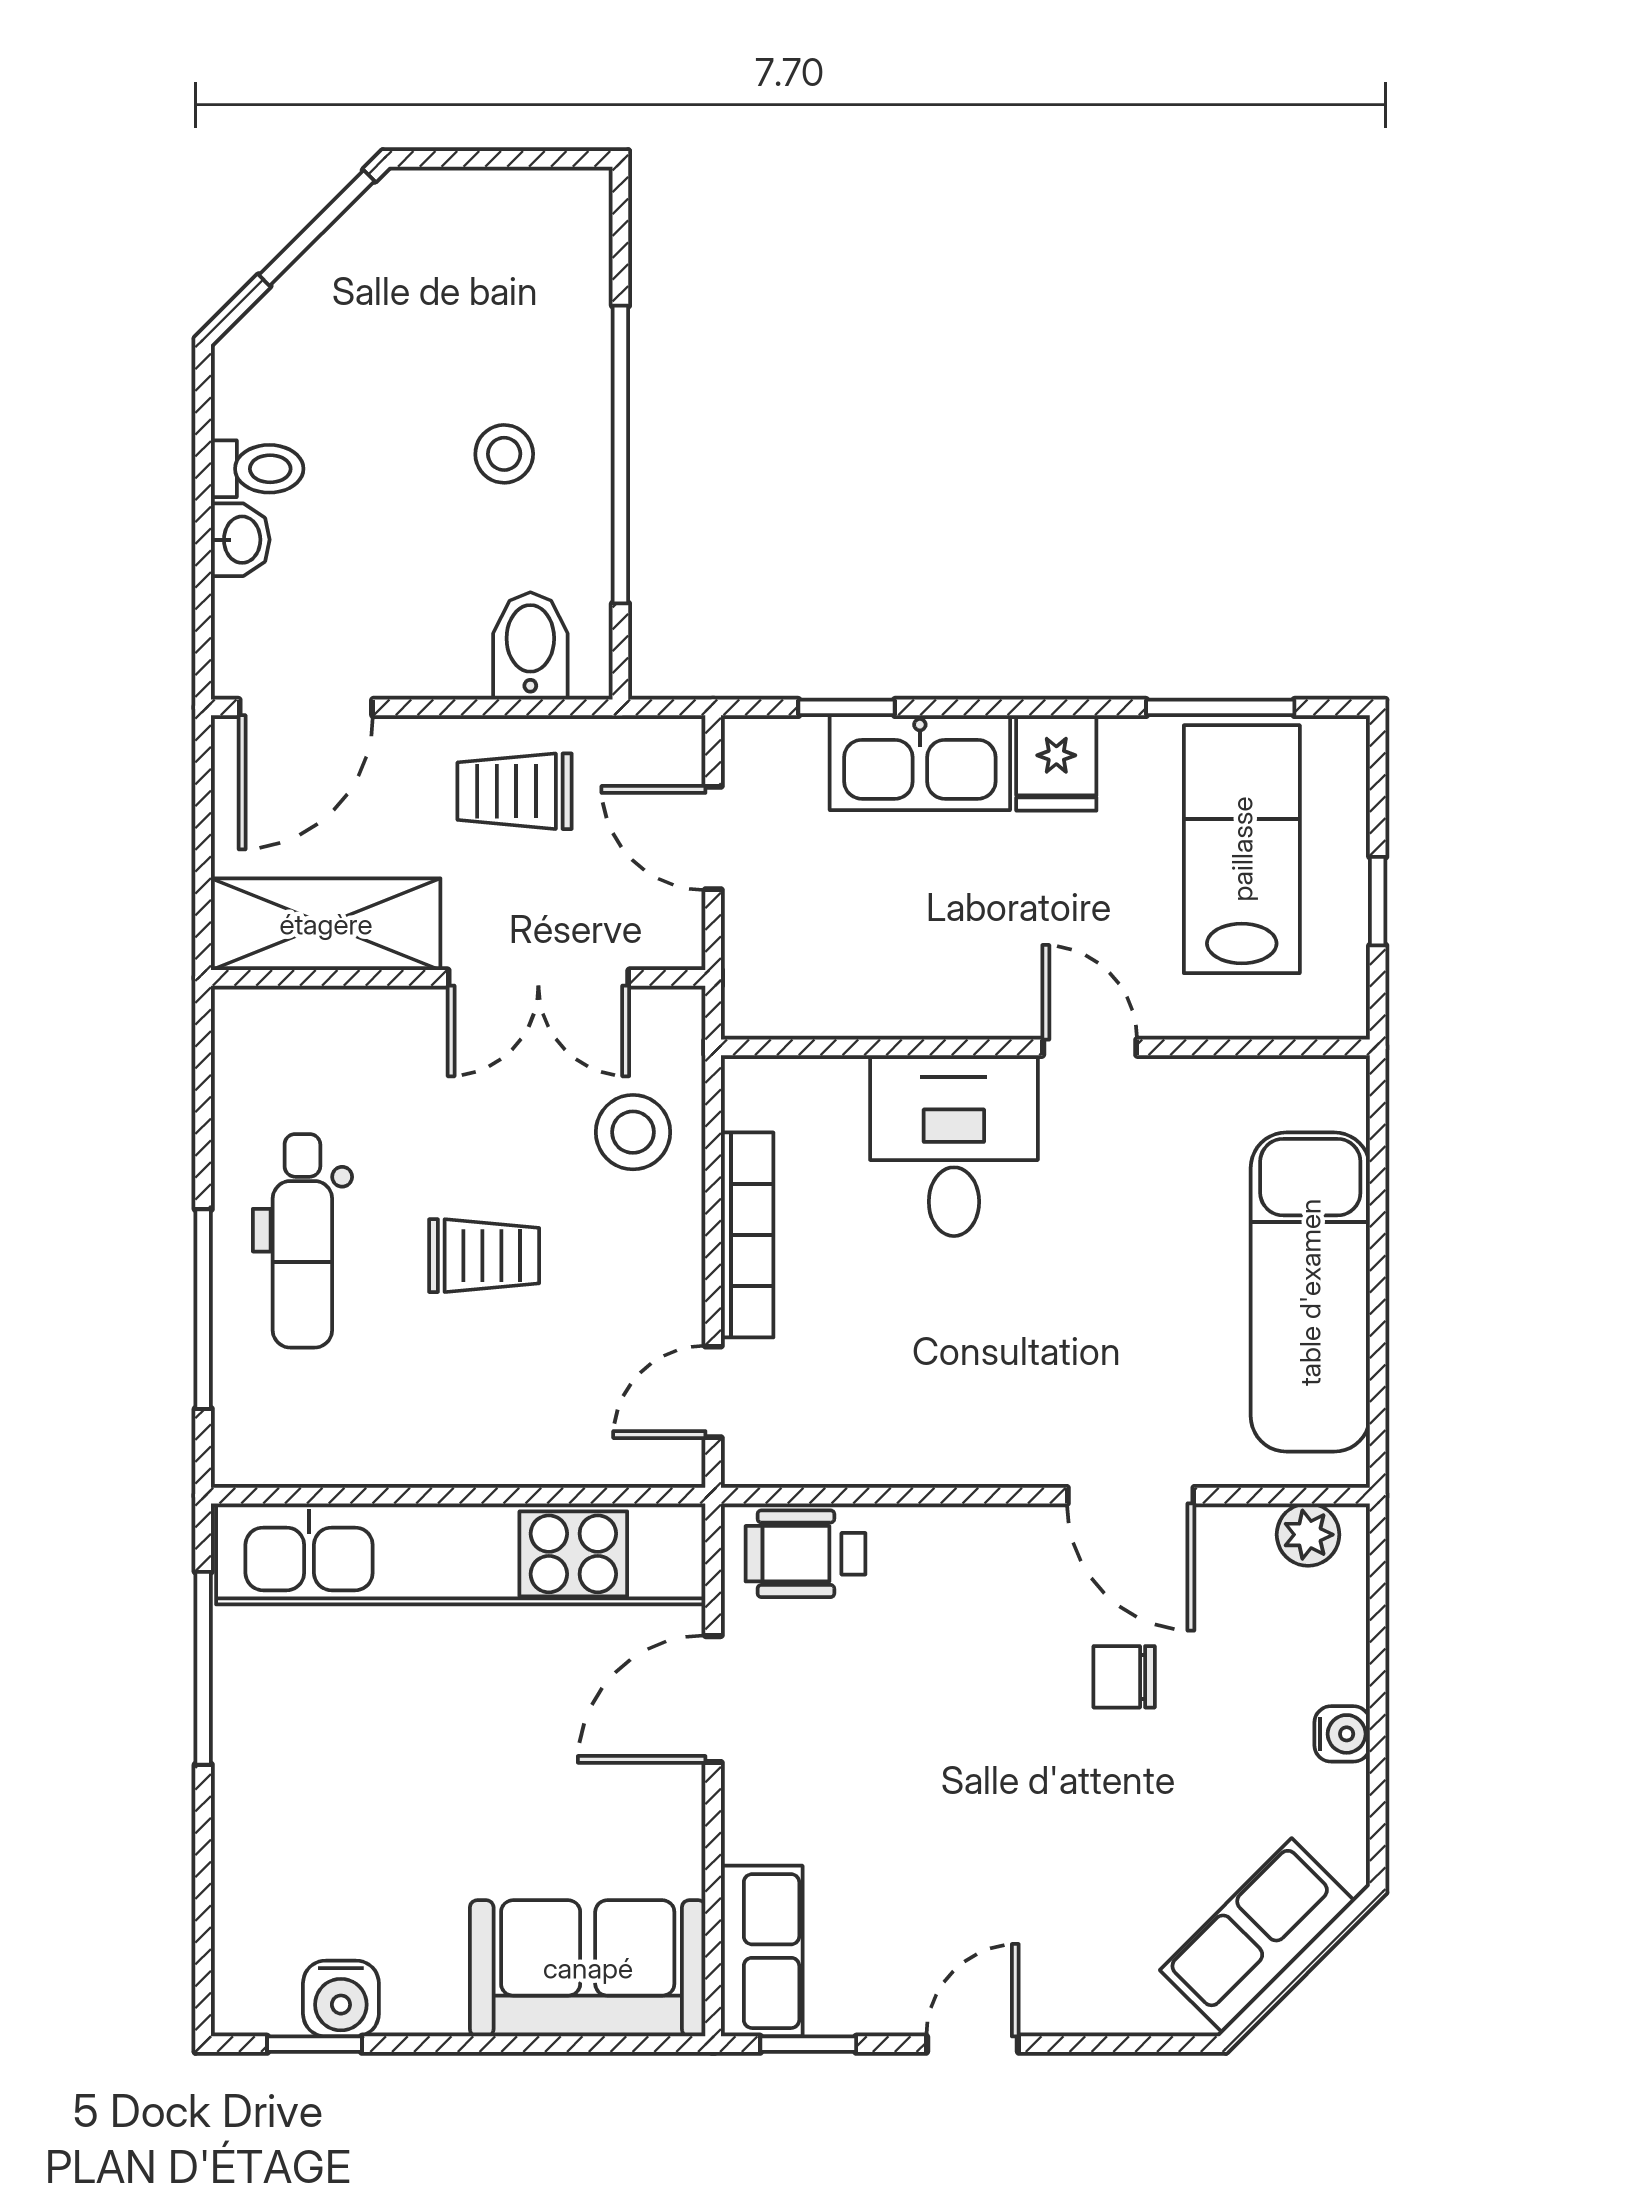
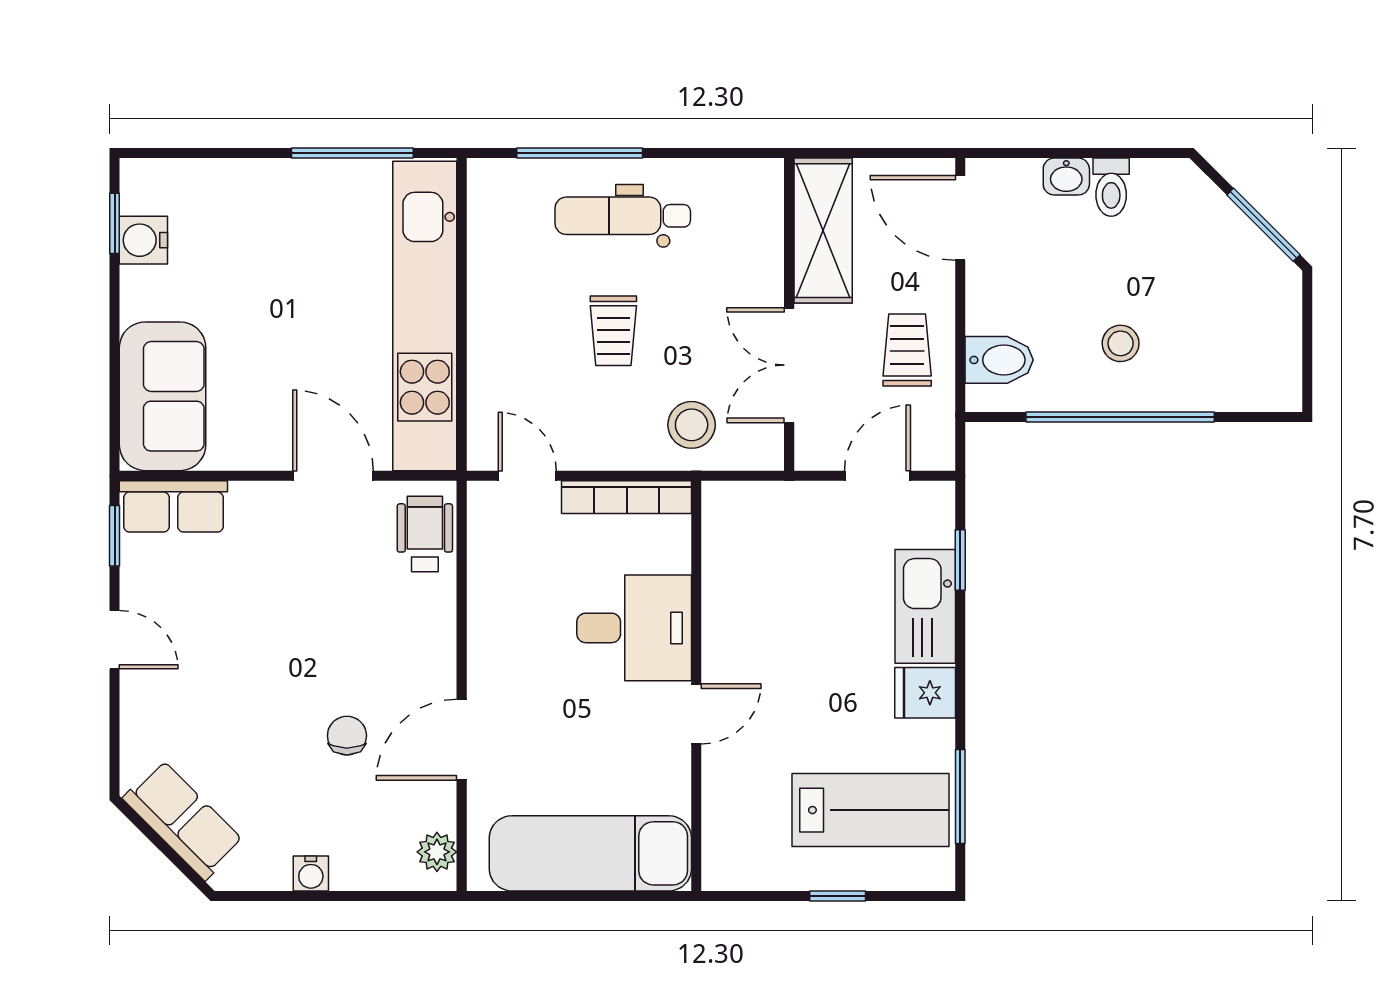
wall: (1045, 1047) -> (696, 686), moved
door: (1090, 1047) -> (696, 714), moved
desk: (954, 1146) -> (634, 628), moved

